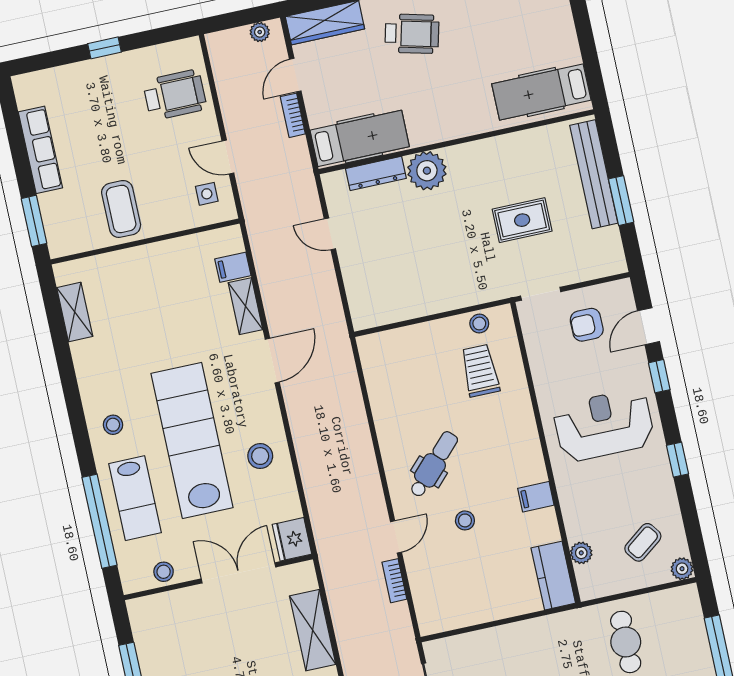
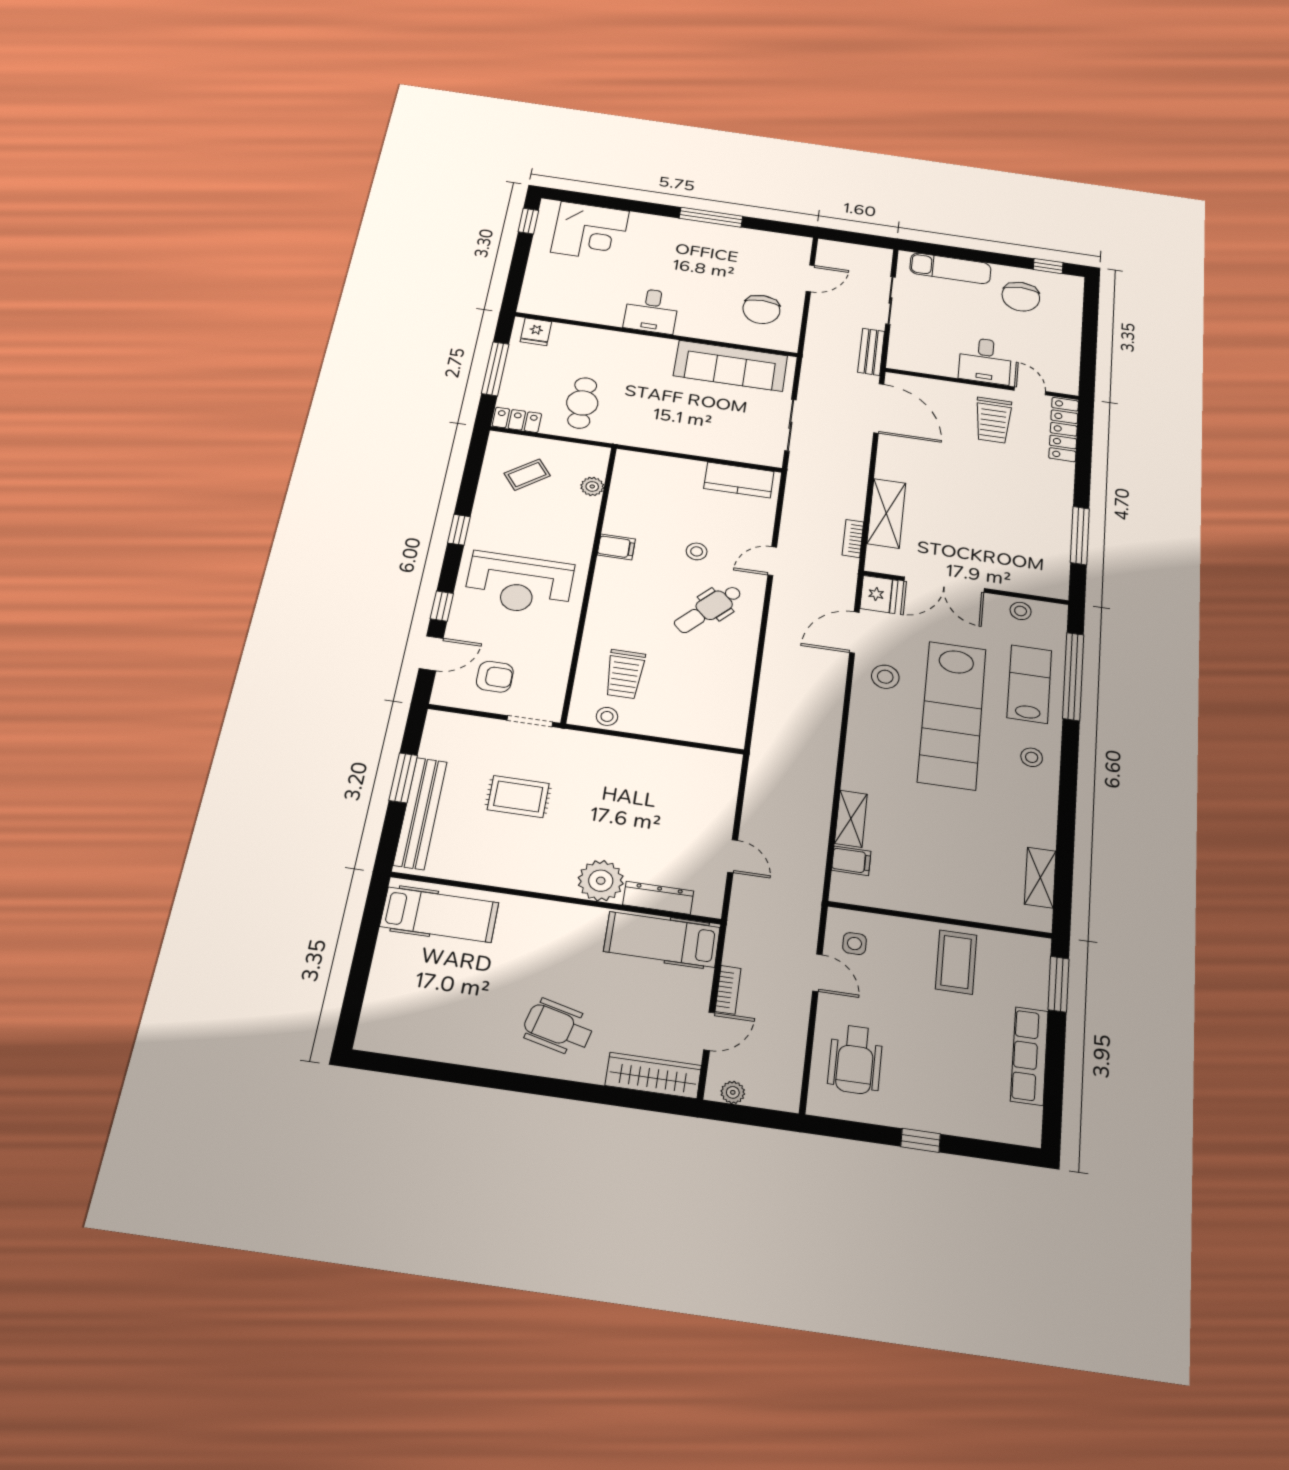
wheelchair: (175, 95) -> (855, 1060), turned -90
door: (272, 361) -> (854, 632), moved
plant: (682, 569) -> (499, 441), removed
kitchen counter: (553, 576) -> (739, 480), moved, turned 90
bookcase: (394, 581) -> (853, 538), moved, turned 180
locker: (676, 599) -> (517, 420), added

